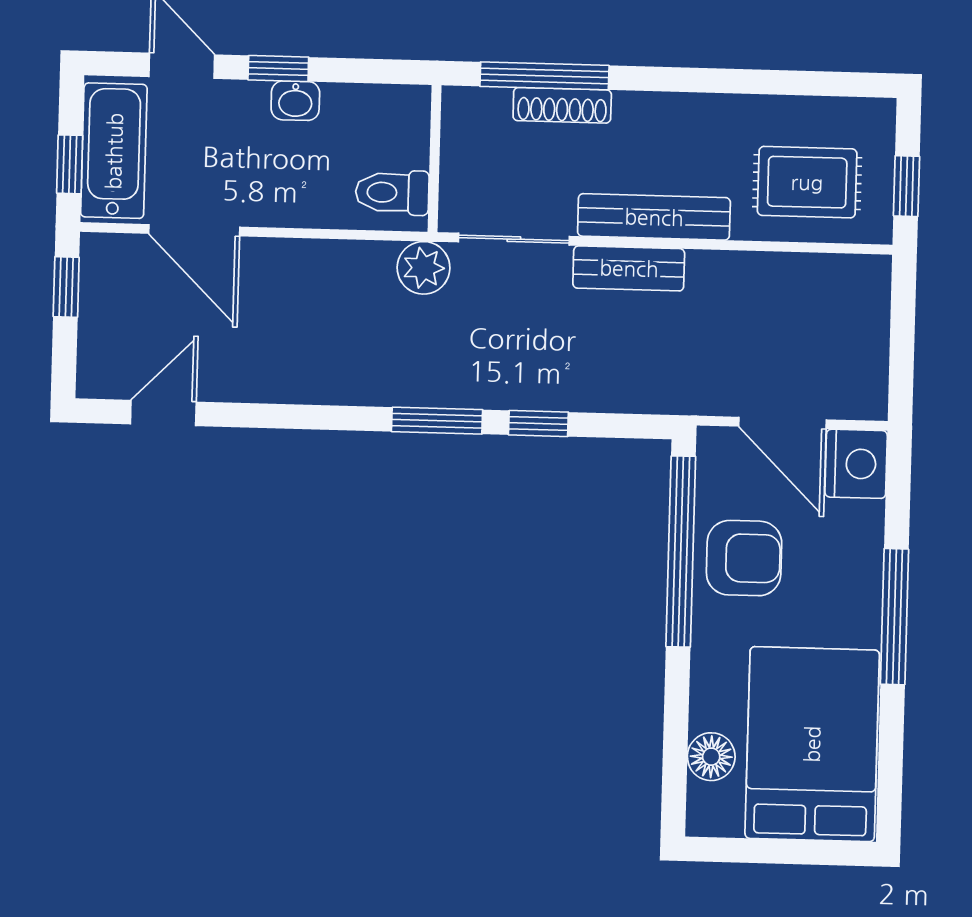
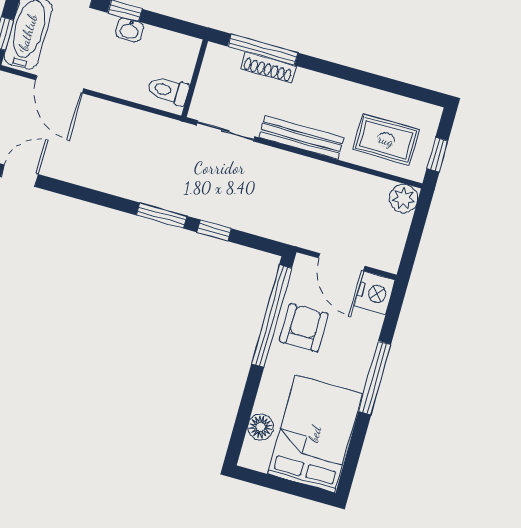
plant: (424, 268) -> (404, 198), moved
bench: (629, 268) -> (282, 161), removed
armchair: (744, 558) -> (304, 328), turned -90

